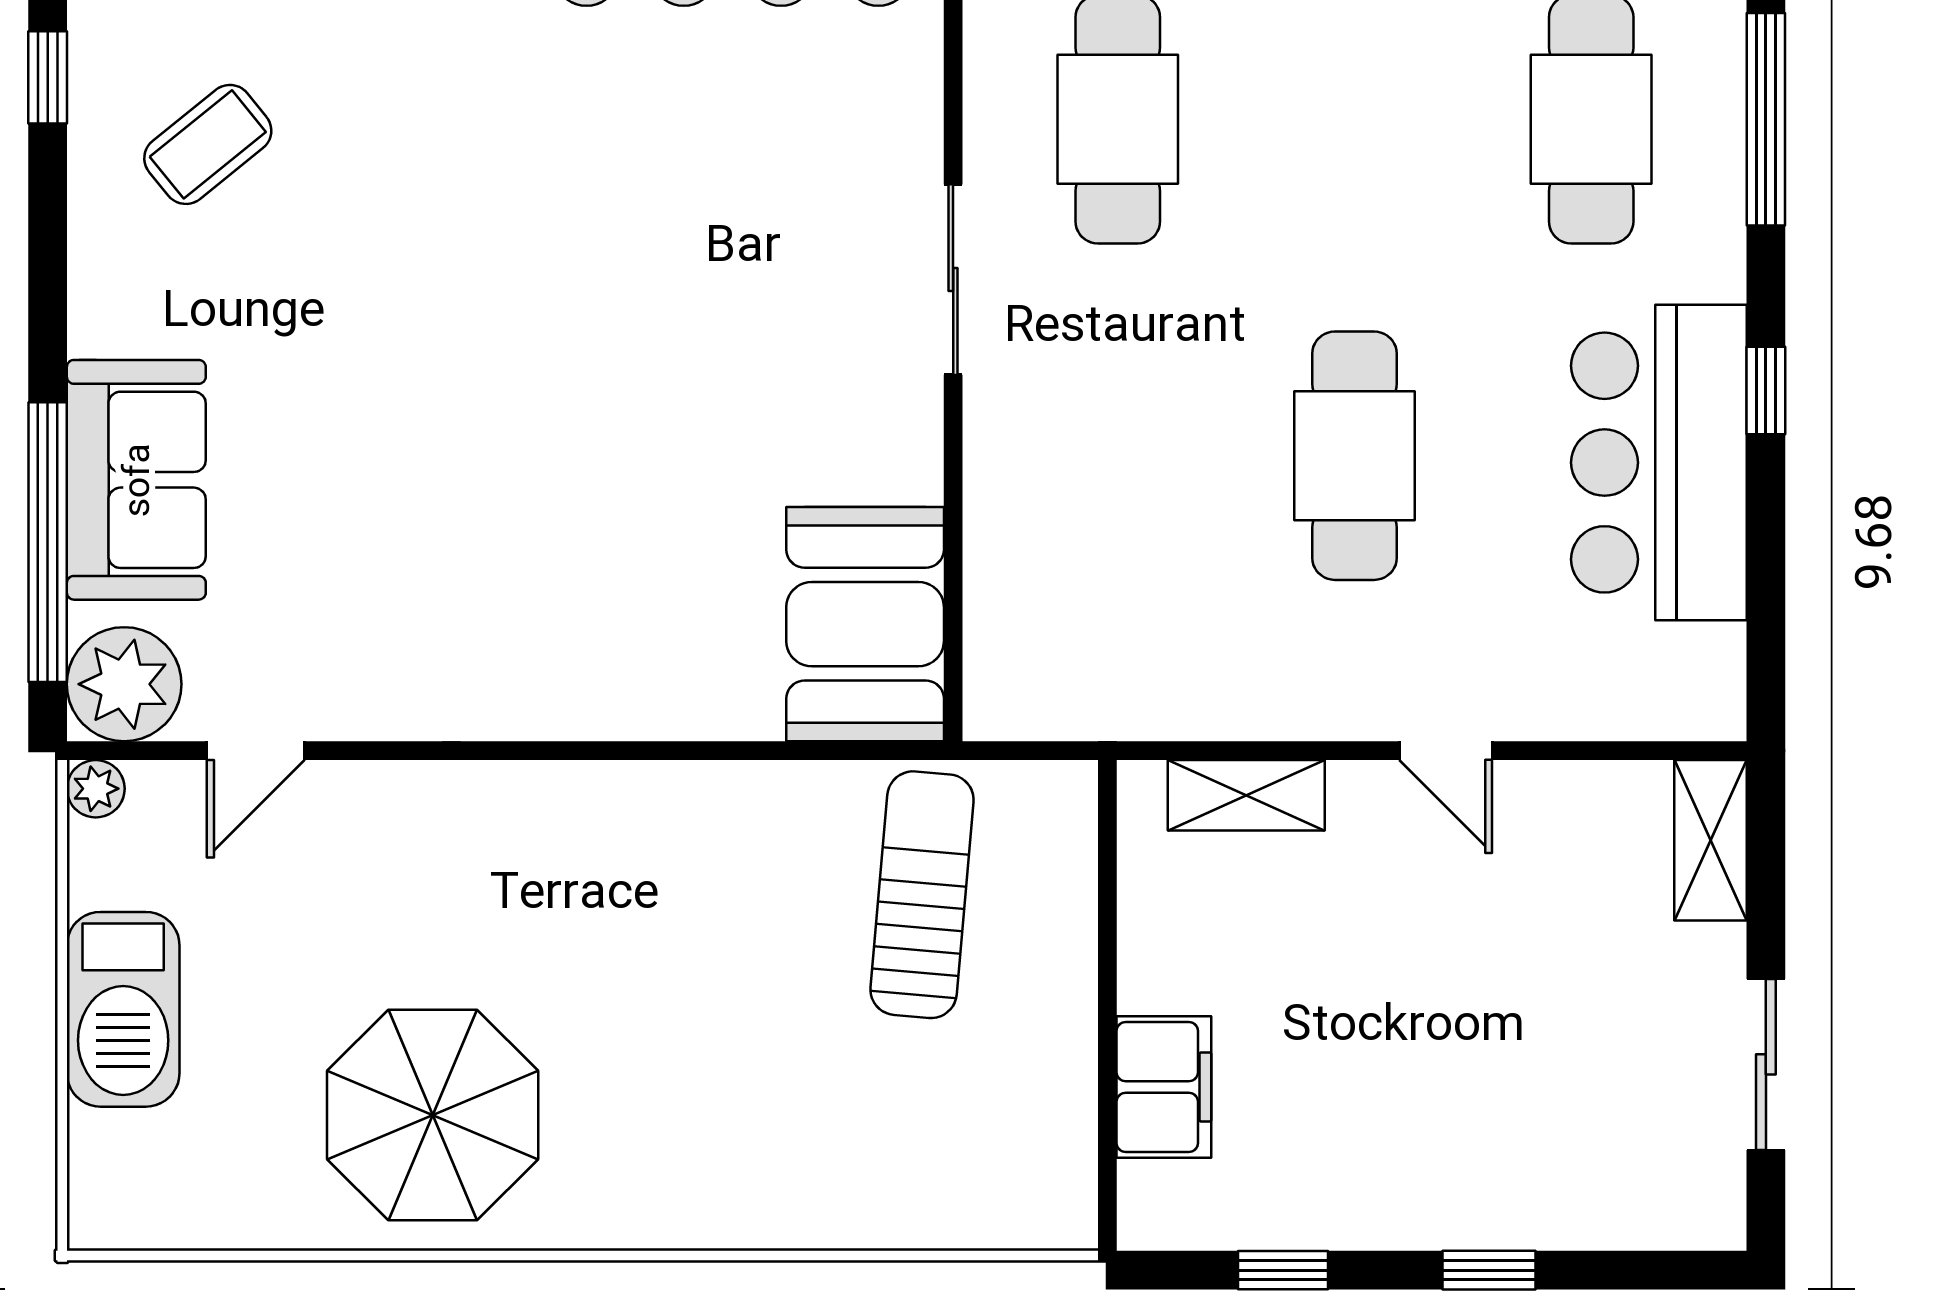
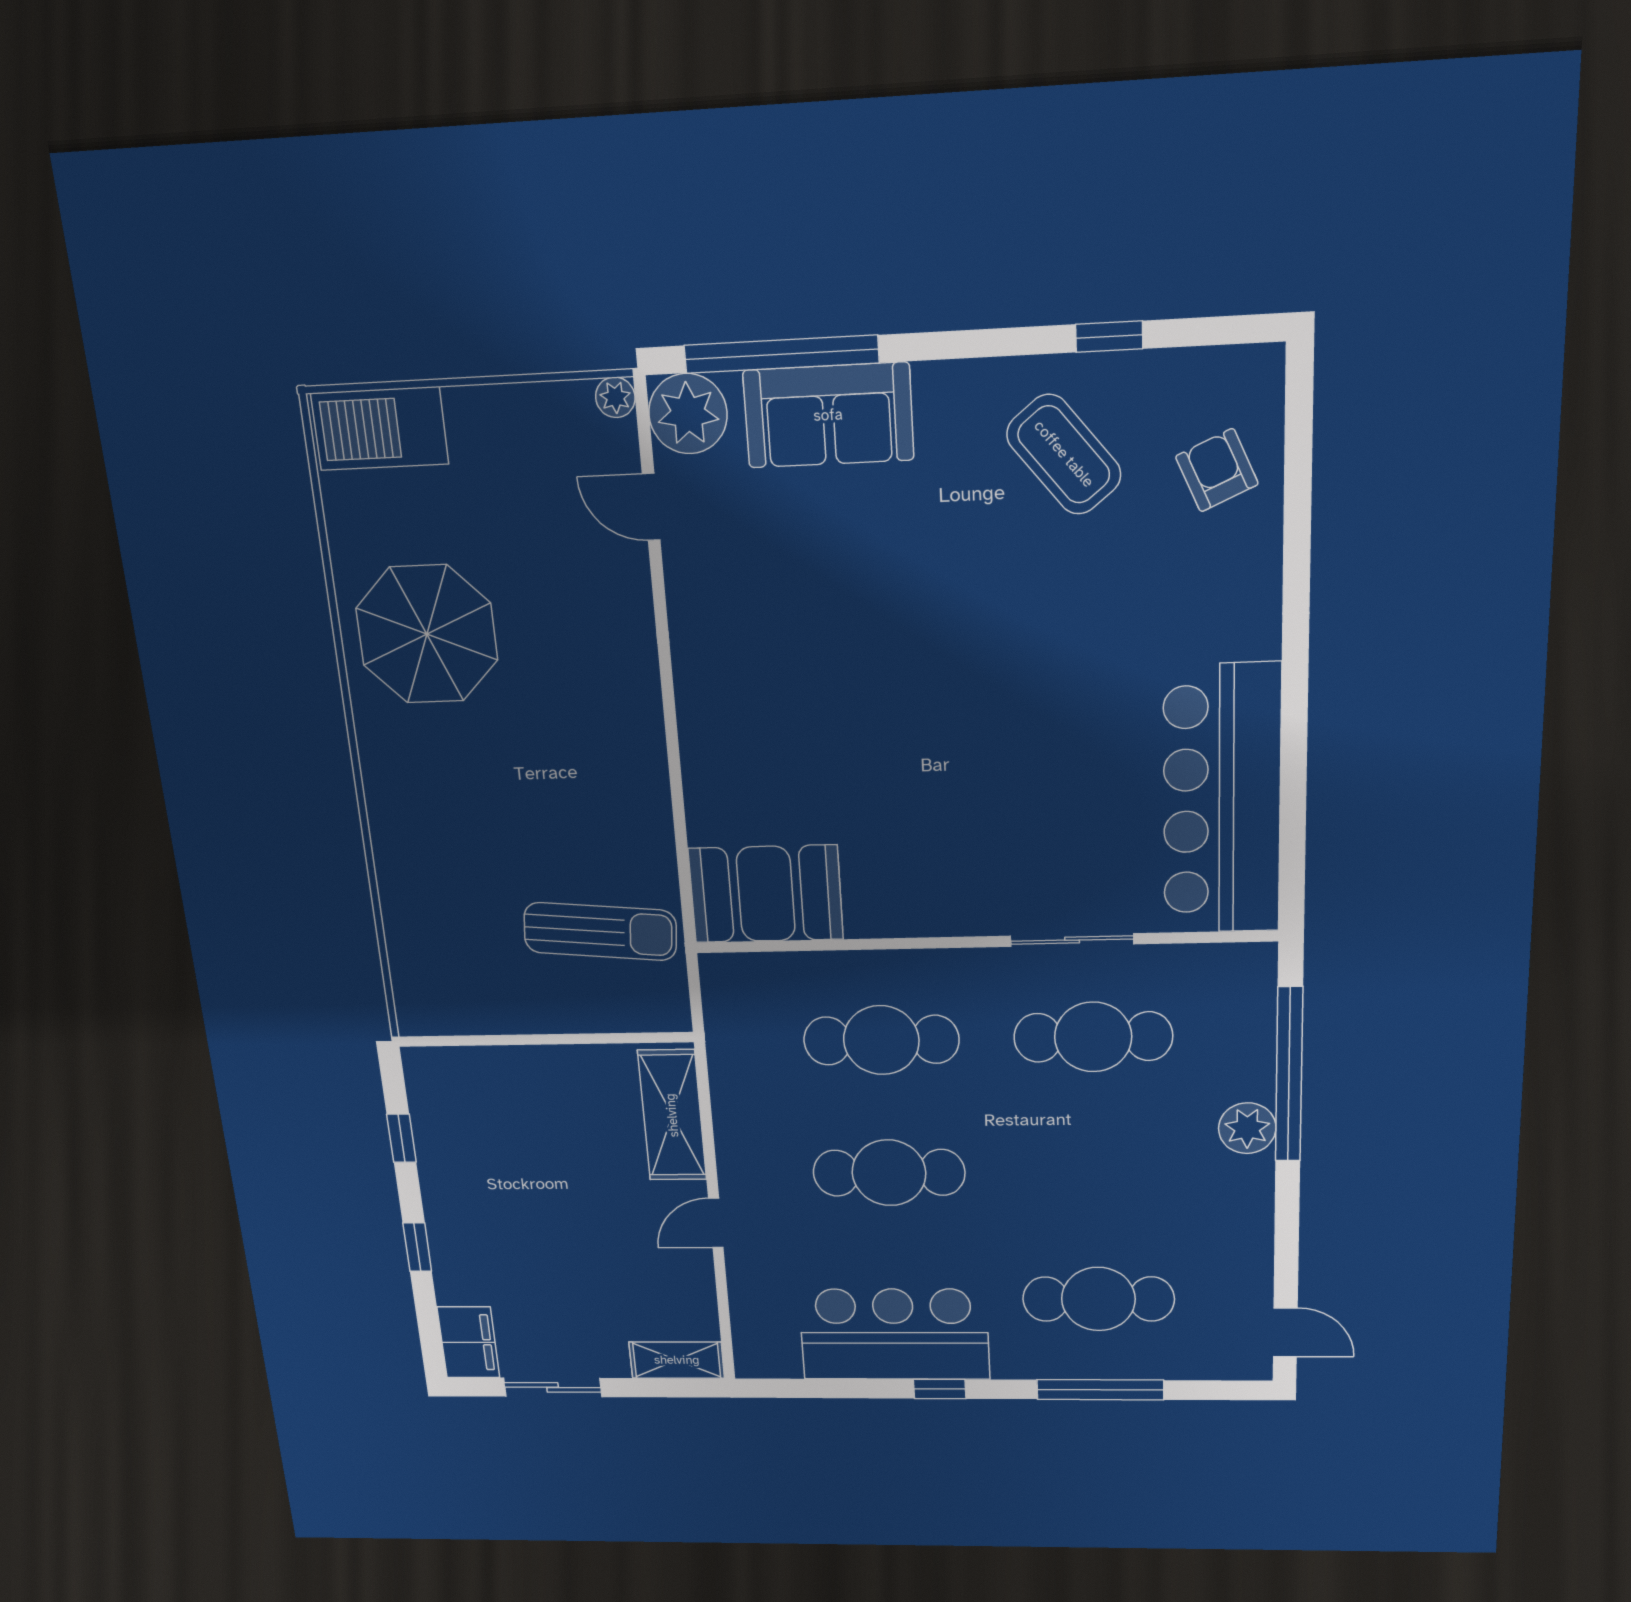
coffee table: (208, 144) -> (1064, 454), width x1.36, depth x1.30
sliding door: (953, 280) -> (1072, 940), moved
cafe table: (1118, 456) -> (881, 1040), added
shelving: (1246, 795) -> (672, 1115), width x1.50, depth x1.33
barbecue: (123, 1009) -> (380, 429), moved
filing cabinet: (1164, 1087) -> (468, 1342), moved, turned -90

